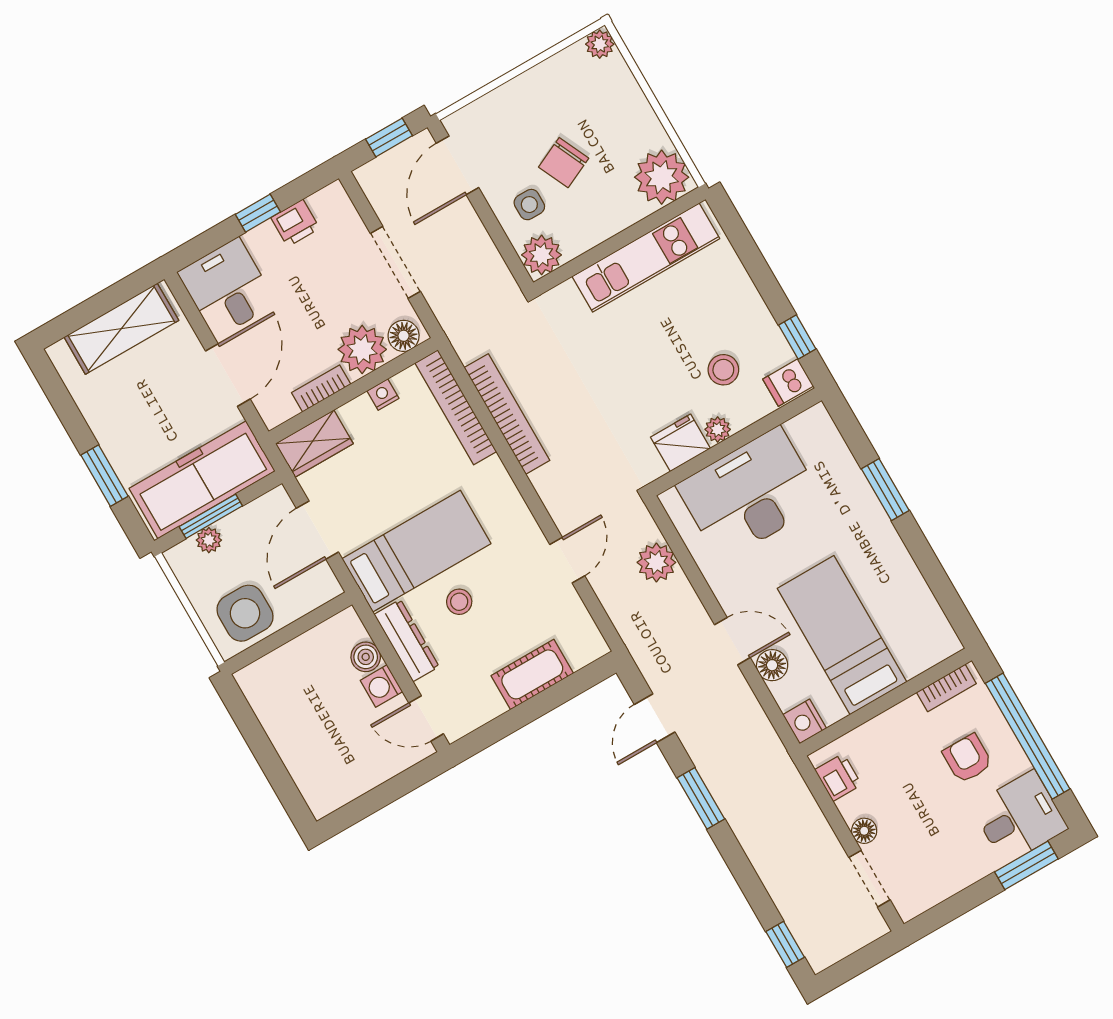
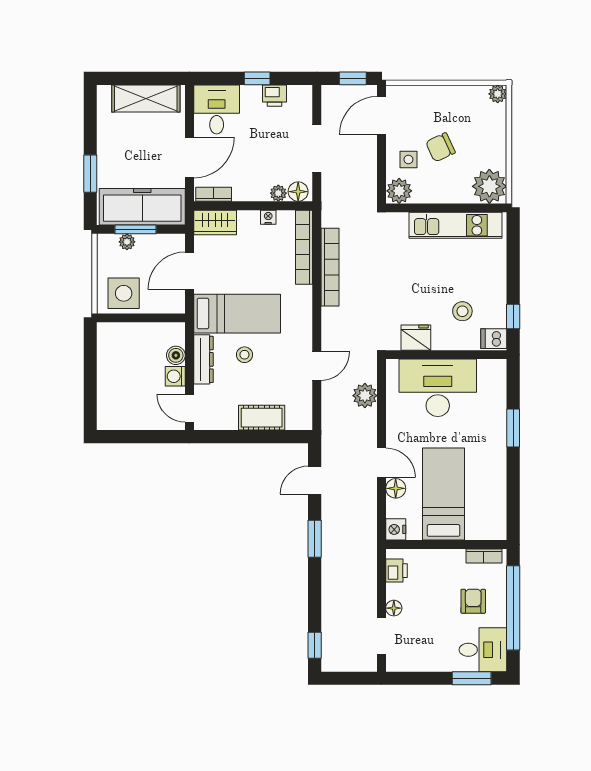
plant: (362, 349) -> (278, 193), width x0.53, depth x0.53
bookcase: (321, 388) -> (214, 194), moved
plant: (718, 429) -> (440, 342), removed

